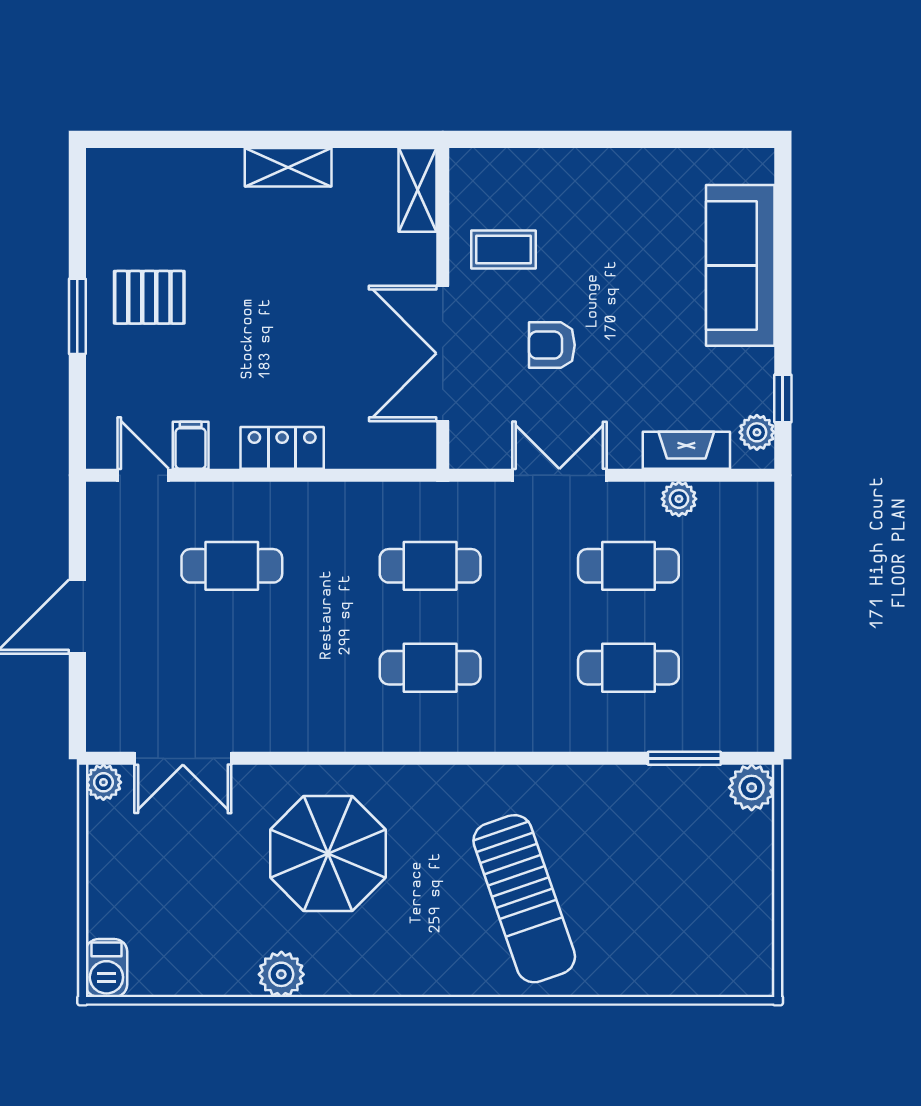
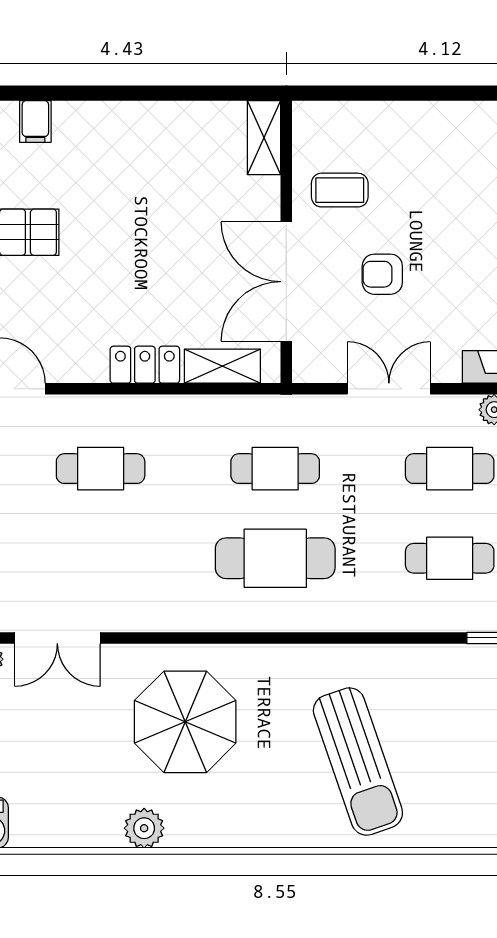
shelving: (288, 167) -> (222, 366), moved
filing cabinet: (191, 445) -> (35, 121), moved, turned 180
cafe table: (430, 668) -> (275, 558), width x1.37, depth x1.35

